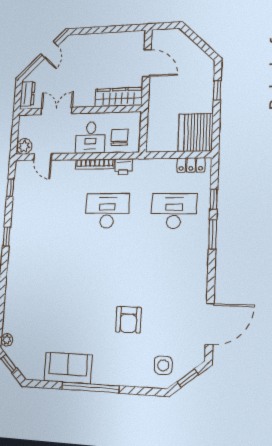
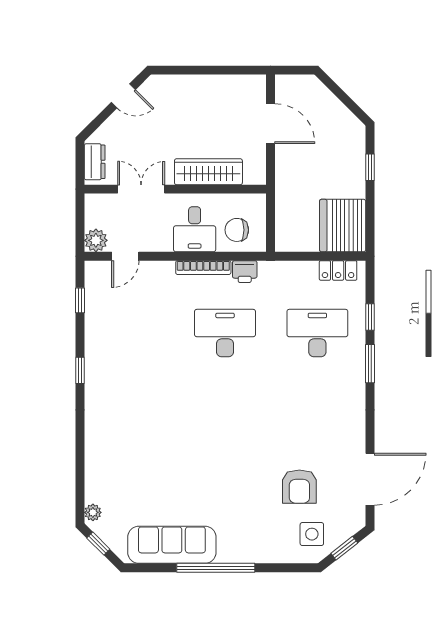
door: (49, 50) -> (123, 96), hinge flipped
wardrobe: (119, 97) -> (208, 172), moved
chair: (120, 137) -> (237, 230), turned -90
door: (43, 157) -> (125, 256), hinge flipped
armchair: (128, 320) -> (299, 487), moved
sofa: (68, 368) -> (172, 545), width x1.36

